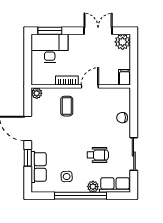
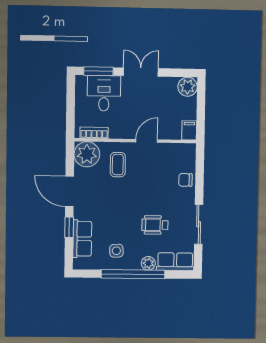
double door: (98, 31) -> (141, 72), moved
desk: (50, 48) -> (104, 93), width x0.73
bookcase: (67, 81) -> (94, 133), moved
plant: (37, 93) -> (87, 154), width x1.88, depth x1.88
wheelchair: (98, 155) -> (155, 225), turned 180

